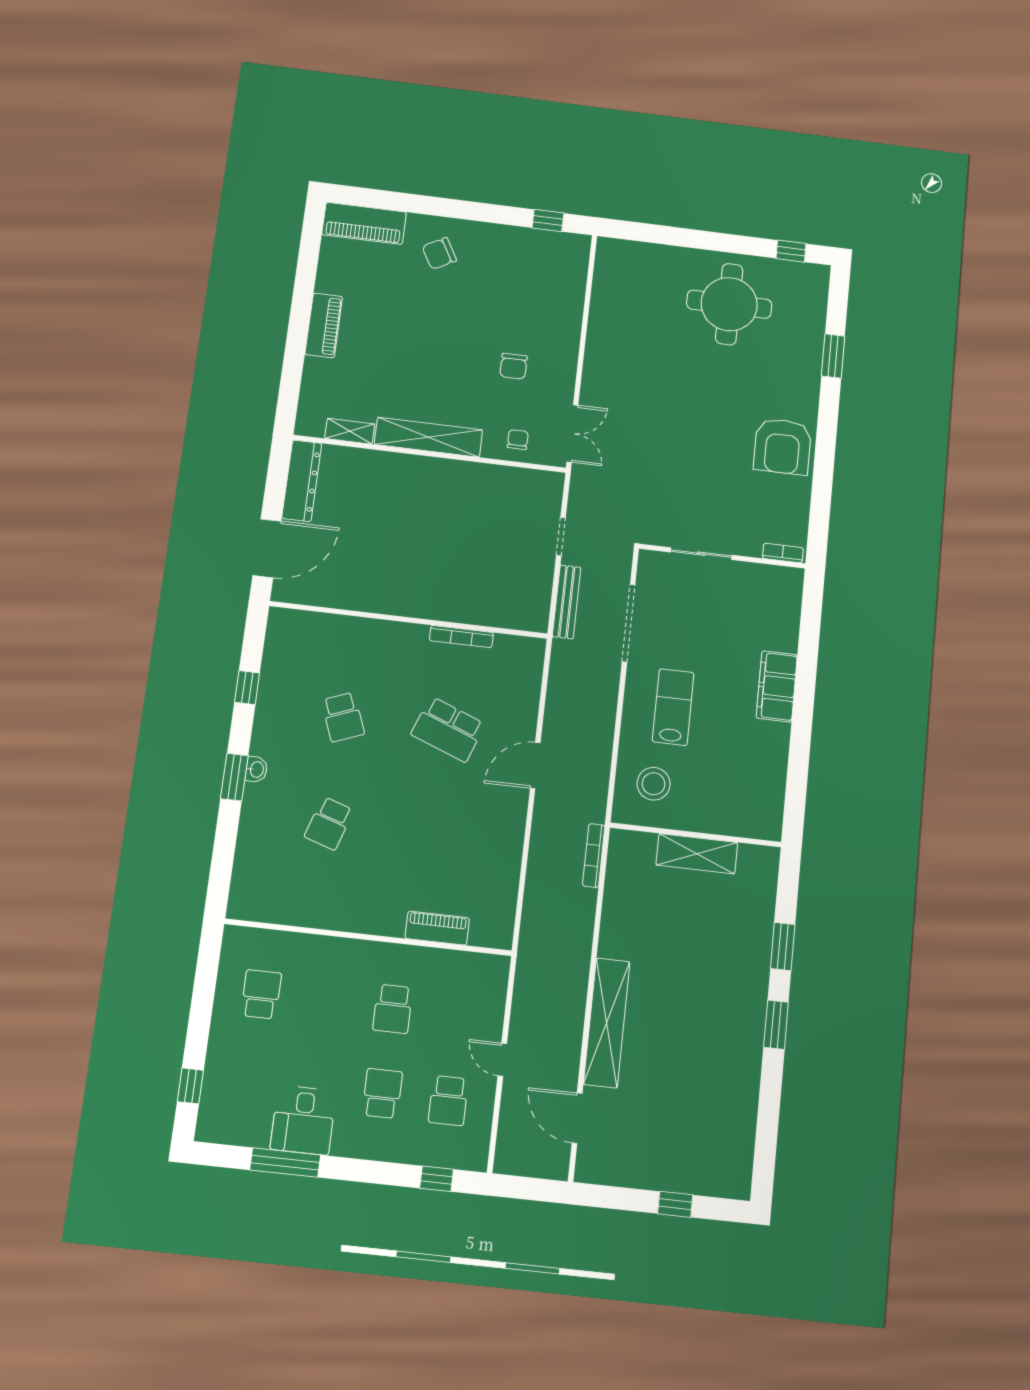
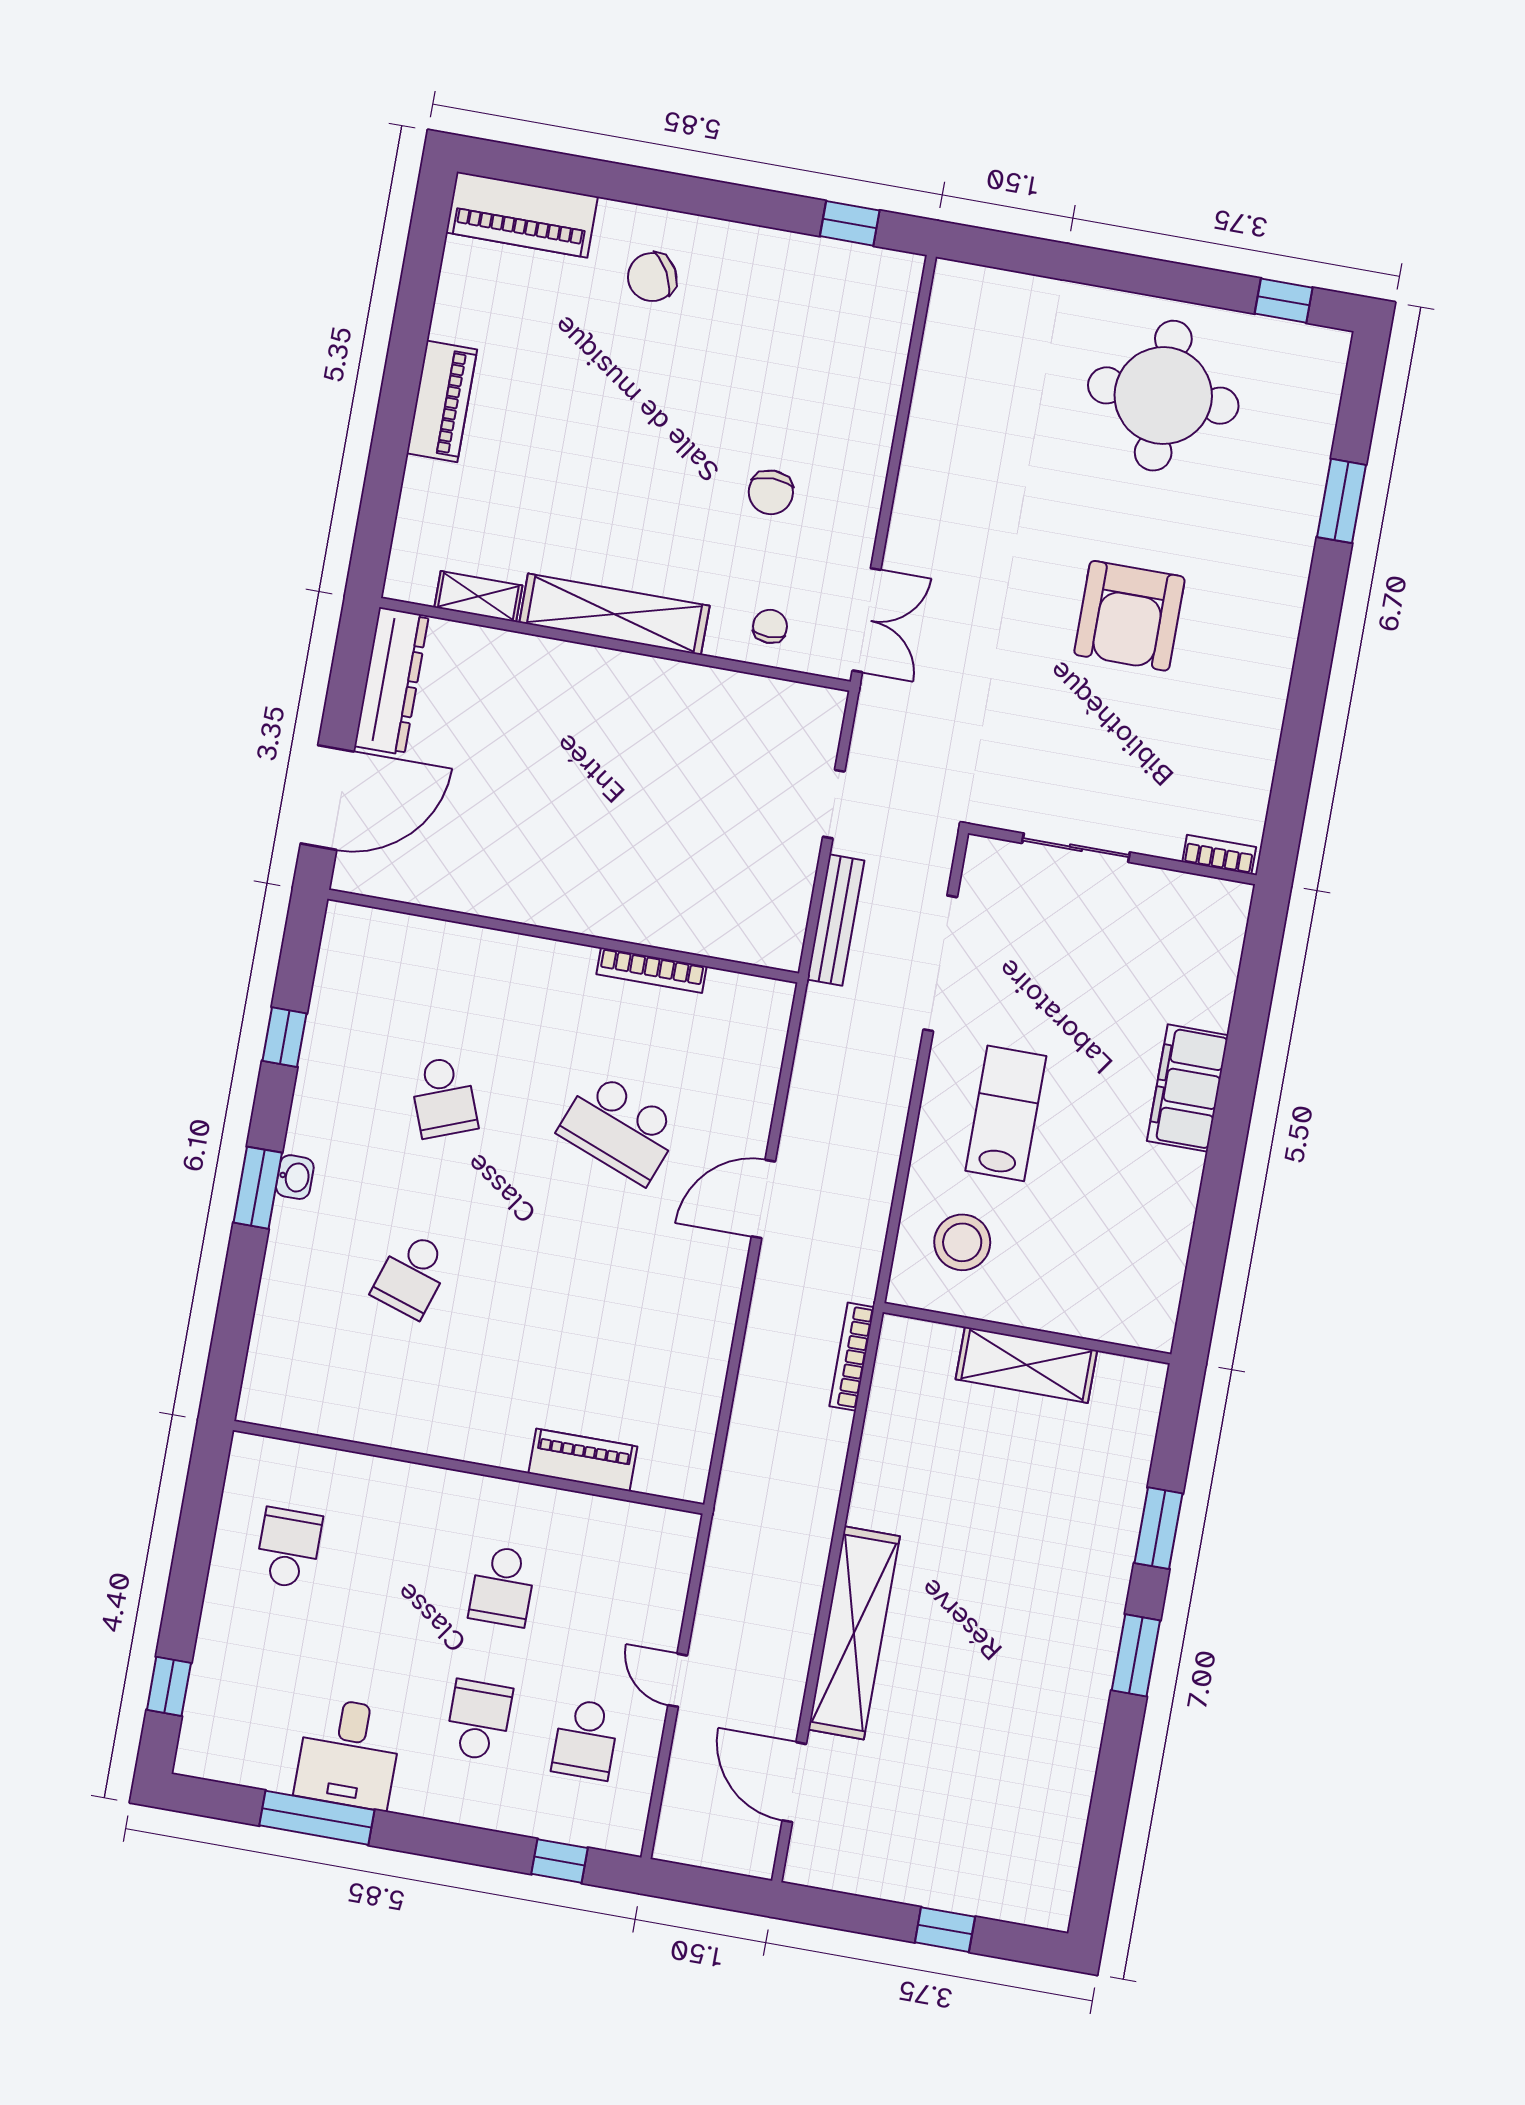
armchair: (782, 446) -> (1129, 616), moved

